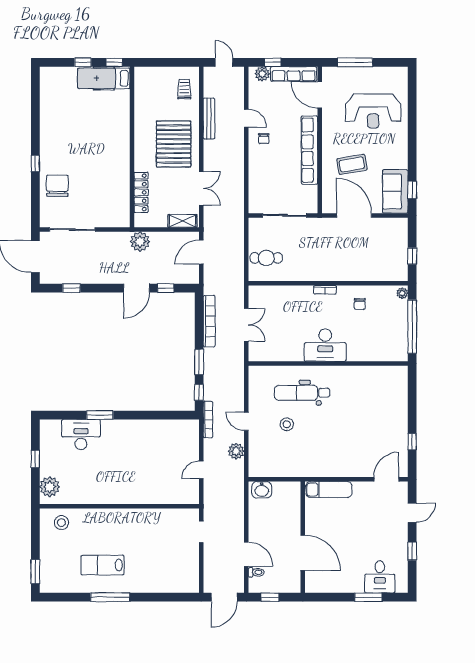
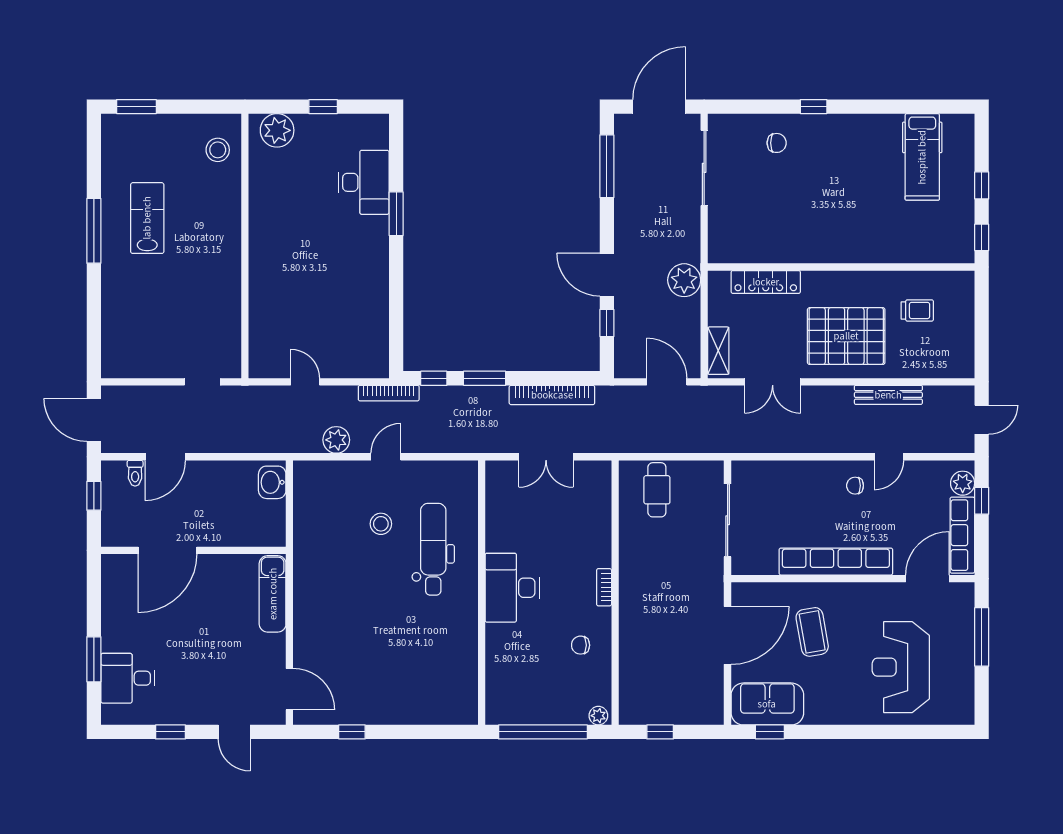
hospital bed: (104, 78) -> (922, 157), moved, turned 180
trolley: (184, 89) -> (917, 310), moved
chair: (57, 186) -> (777, 143), width x0.54, depth x0.54
window: (71, 288) -> (607, 166), width x2.17

